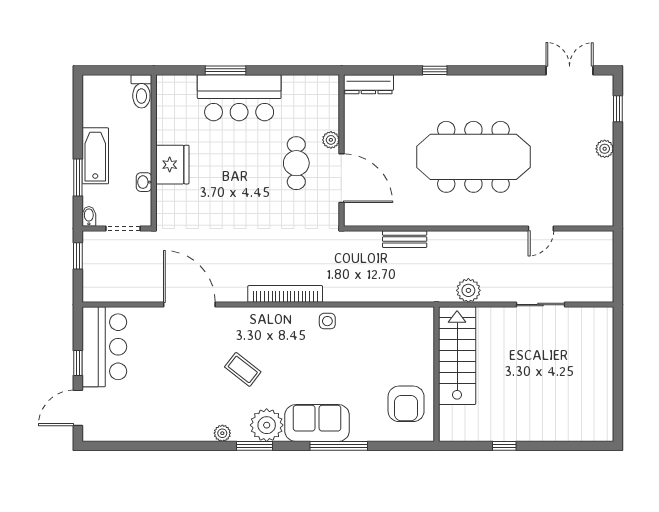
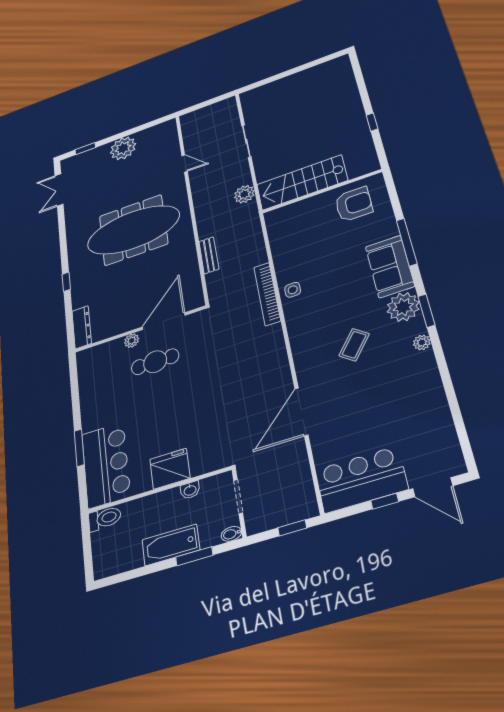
bar counter: (239, 98) -> (106, 465), moved
plant: (605, 149) -> (123, 148), width x1.88, depth x1.88
meeting table: (473, 157) -> (133, 230), turned 90
window: (78, 256) -> (292, 528), moved
bookcase: (285, 294) -> (267, 294), moved

